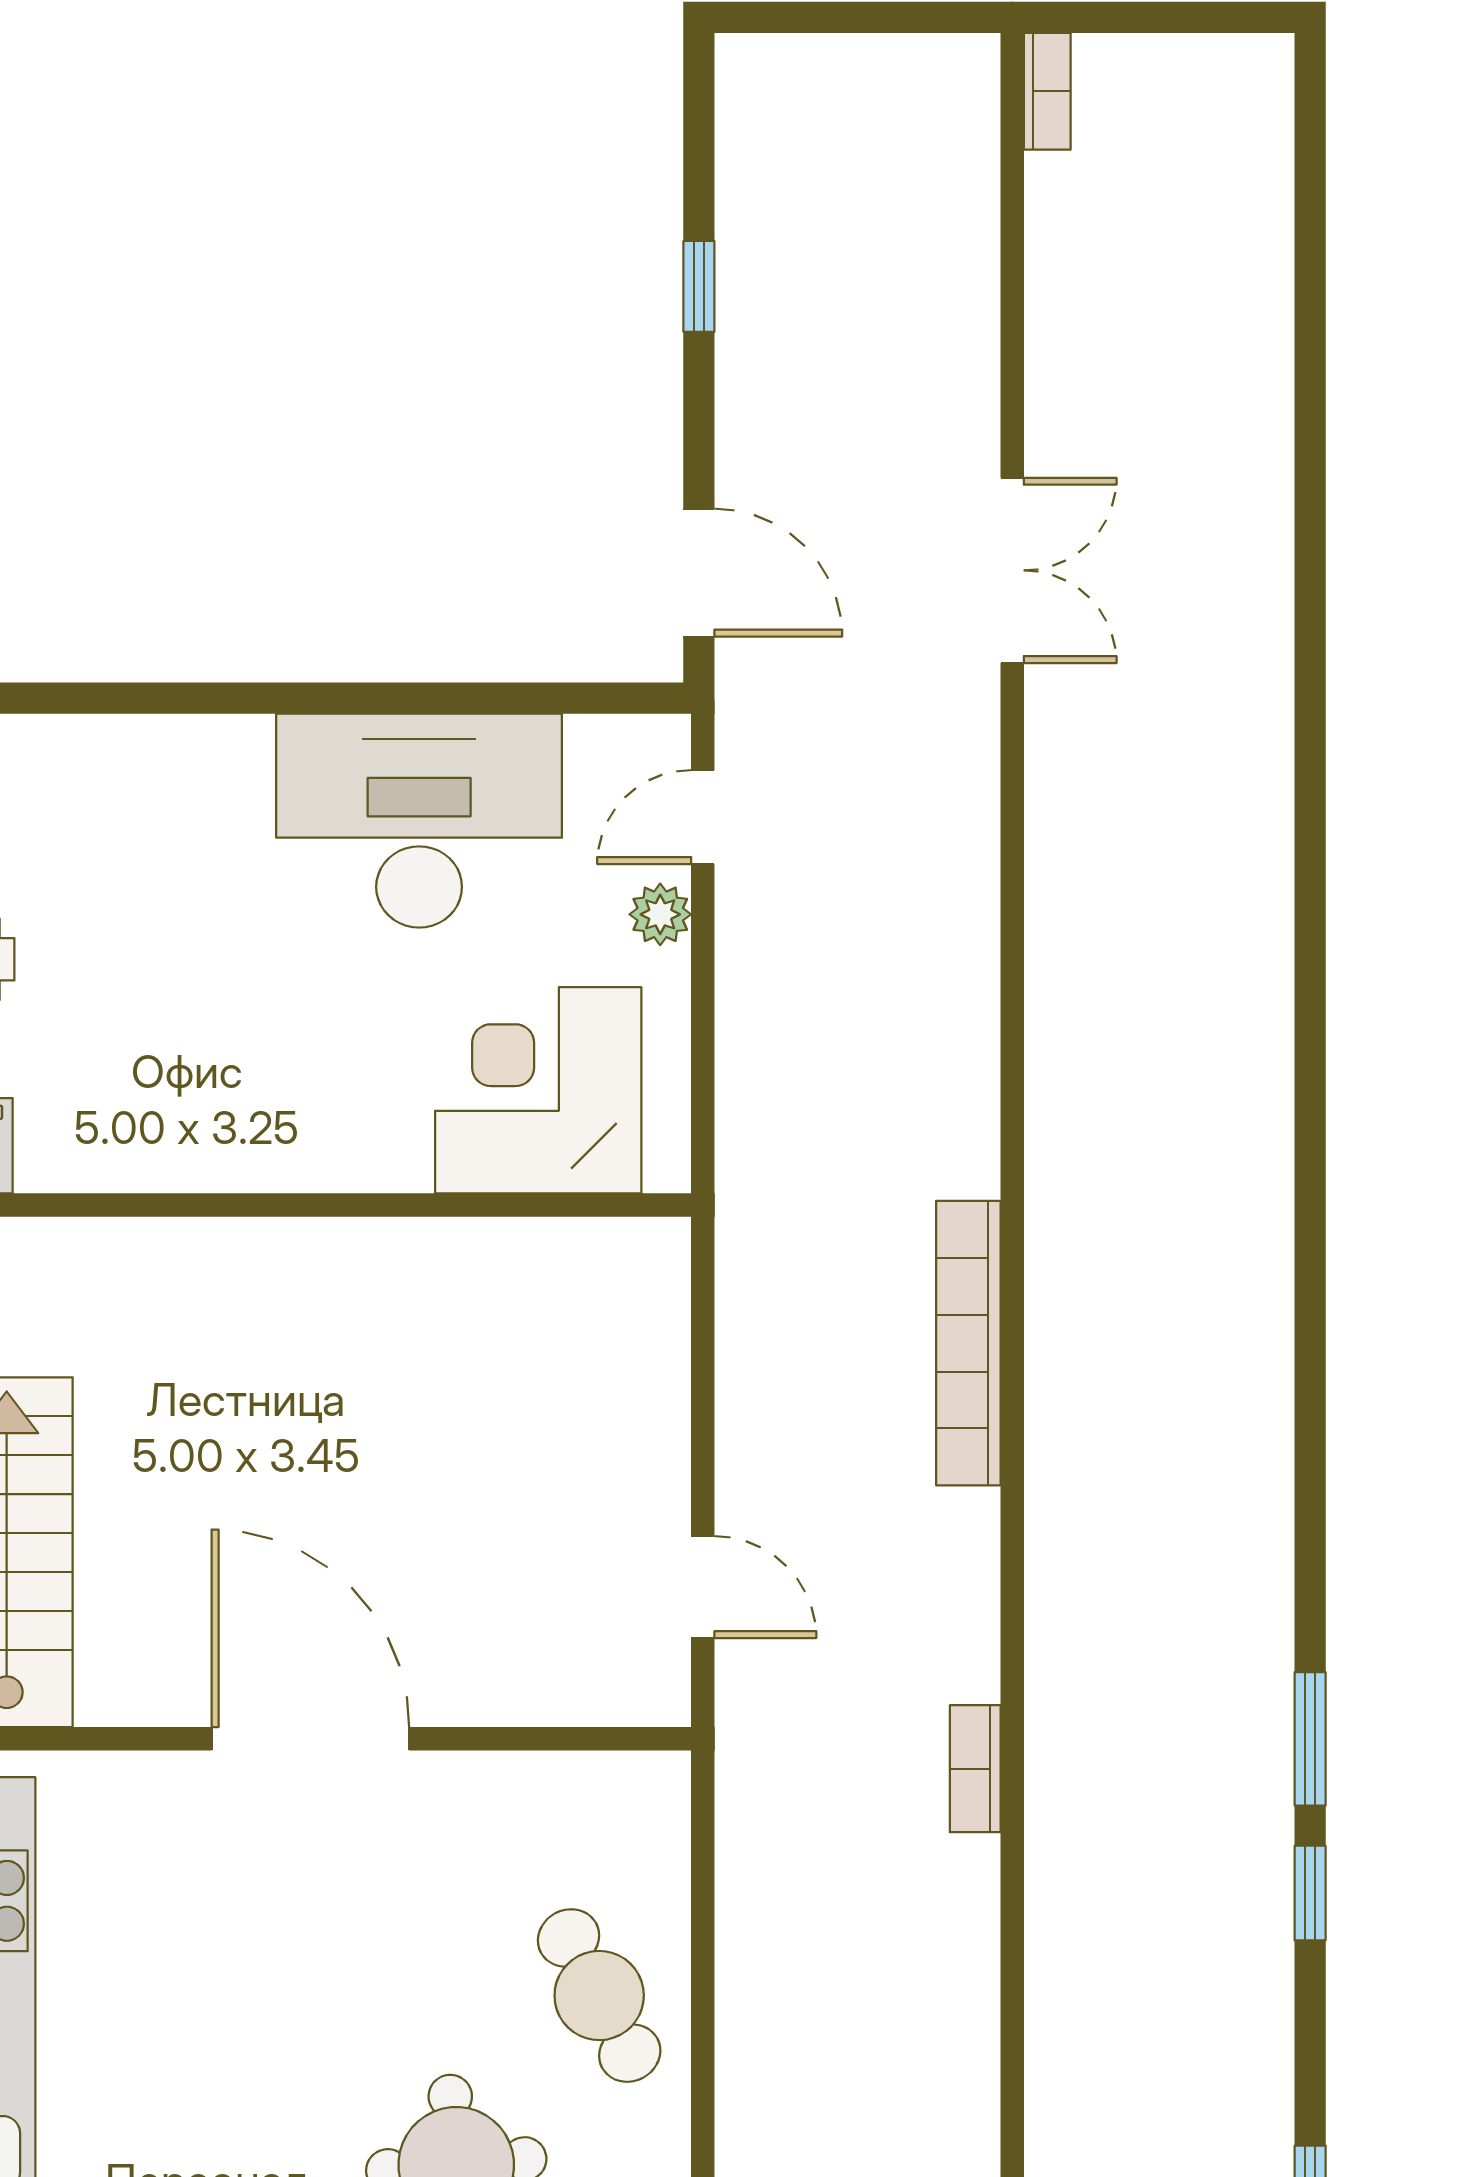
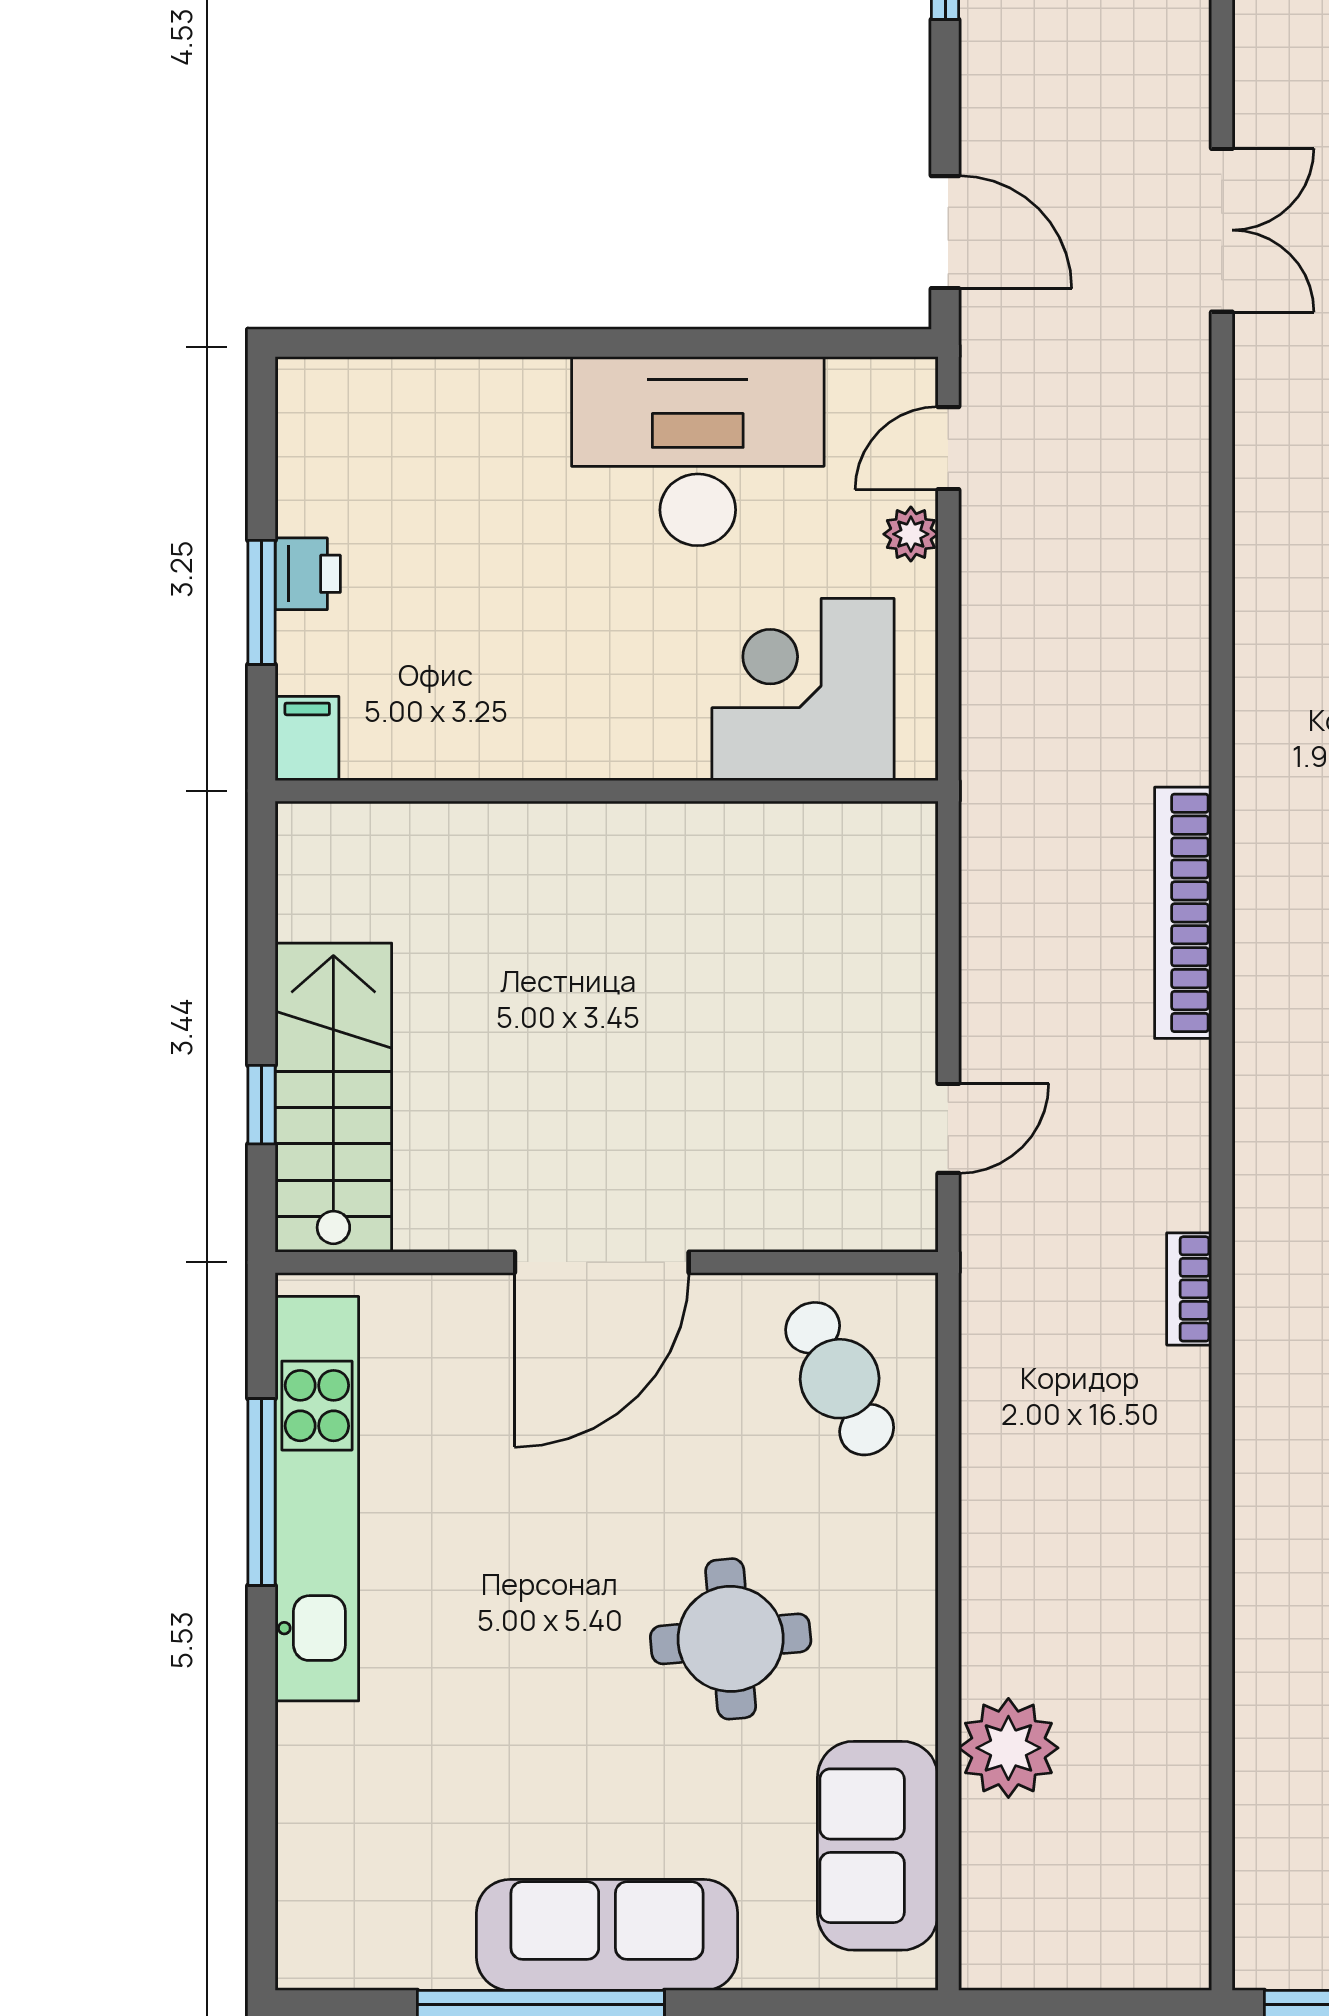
door: (703, 1587) -> (948, 1128), hinge flipped
door: (310, 1739) -> (602, 1262), swing flipped
cafe table: (599, 1996) -> (840, 1379), moved

